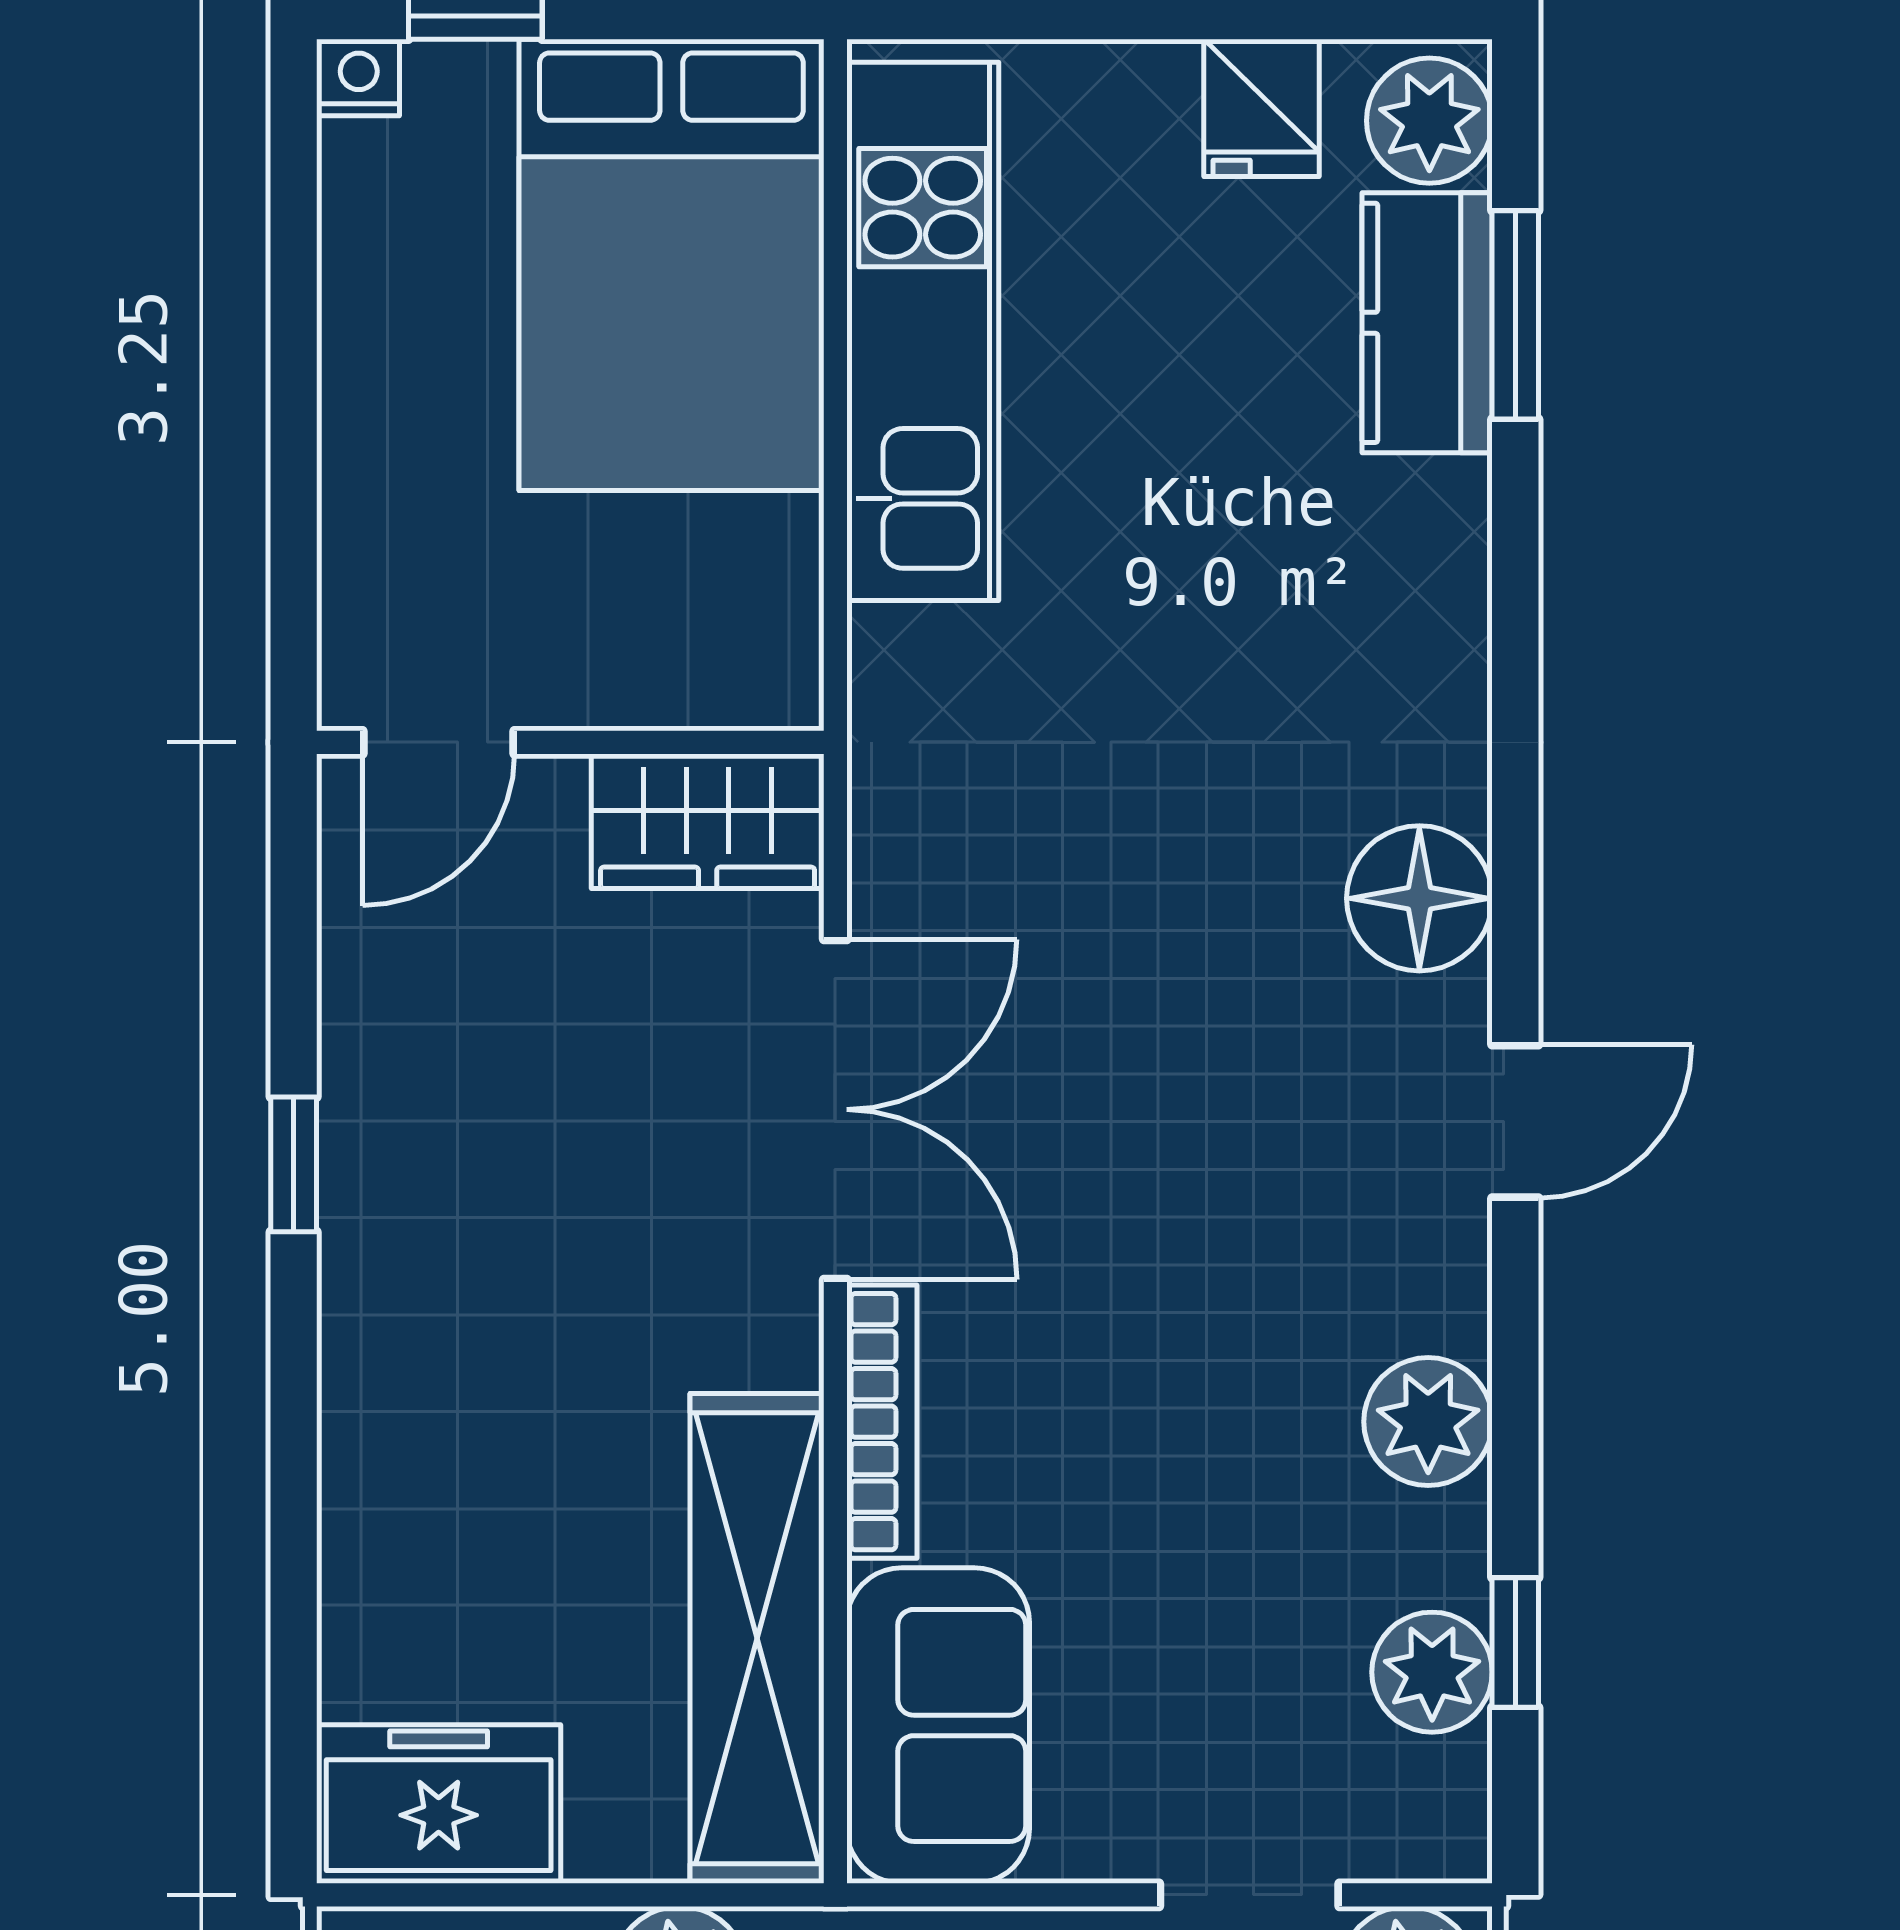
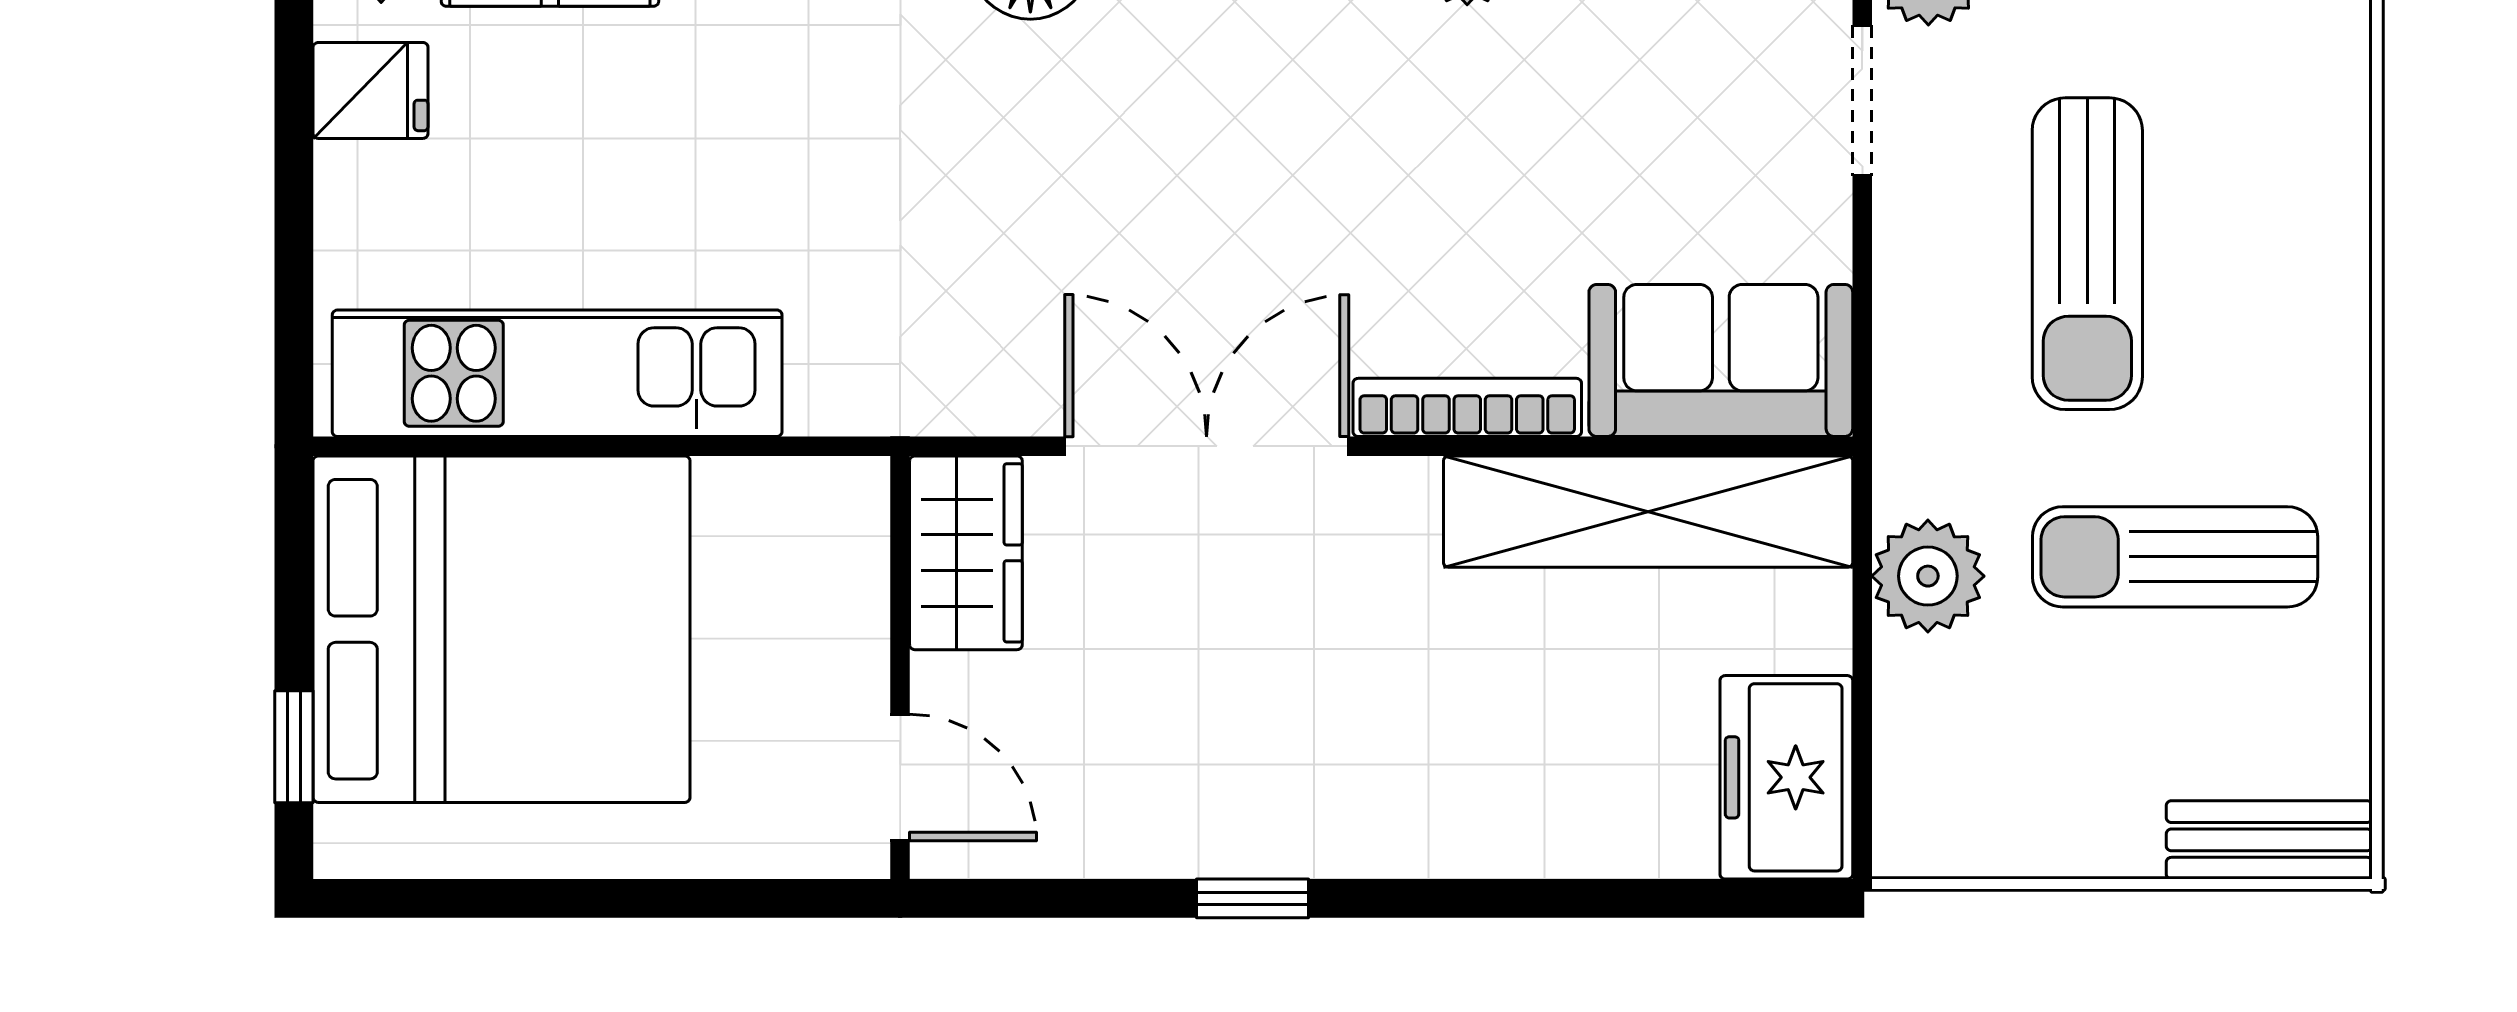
nightstand: (359, 77) -> (345, 844), removed
bed: (671, 265) -> (502, 629), width x1.36

